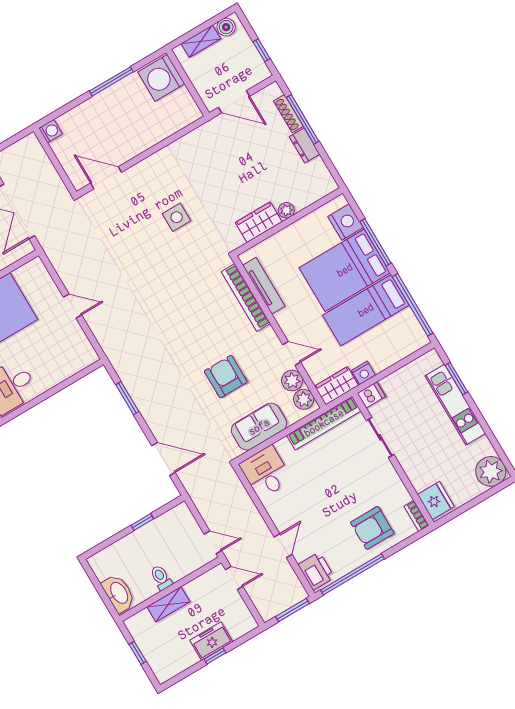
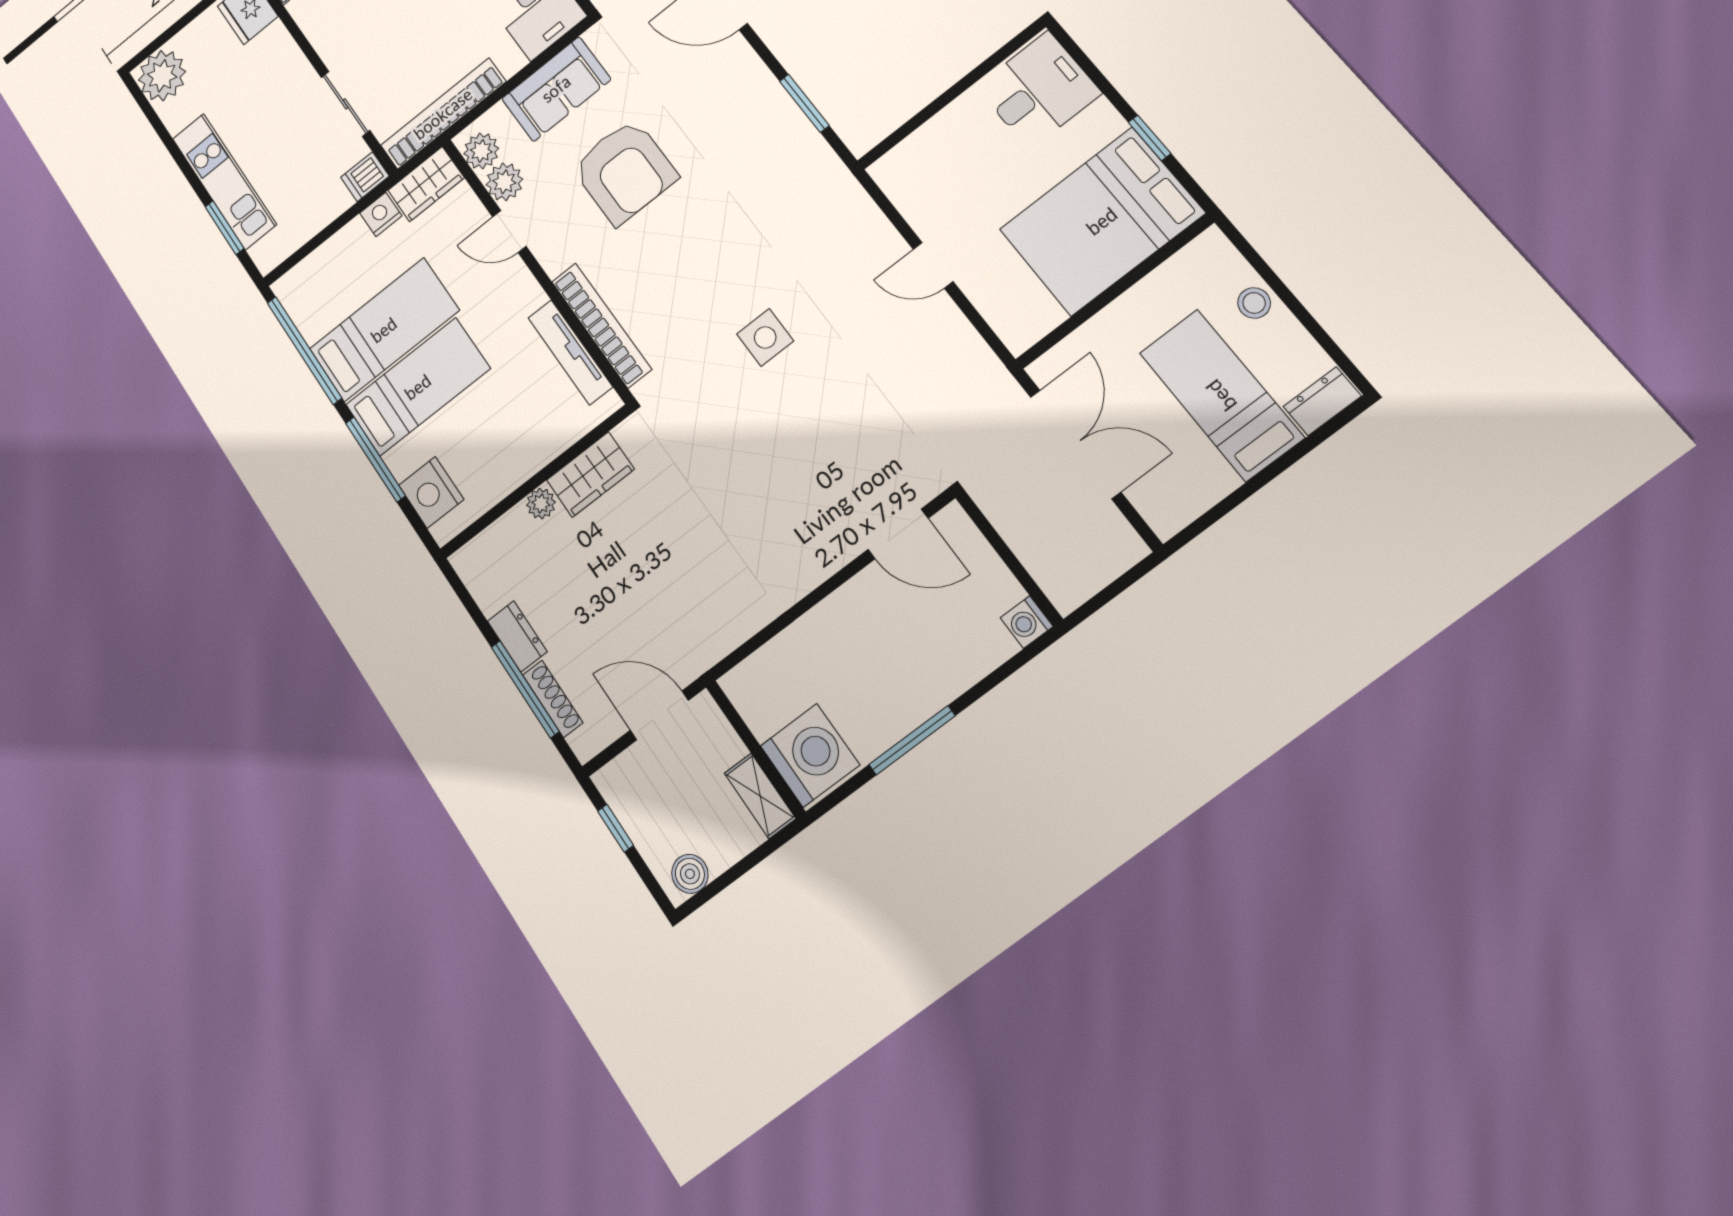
shelving: (201, 41) -> (760, 796), moved, turned 90
side table: (177, 217) -> (765, 337), moved
bed: (345, 270) -> (418, 387), width x0.67
armchair: (226, 377) -> (625, 171), width x1.36, depth x1.36

